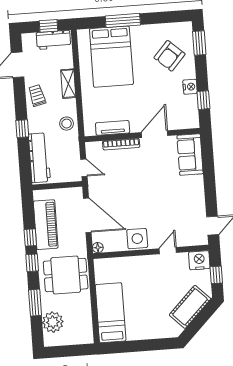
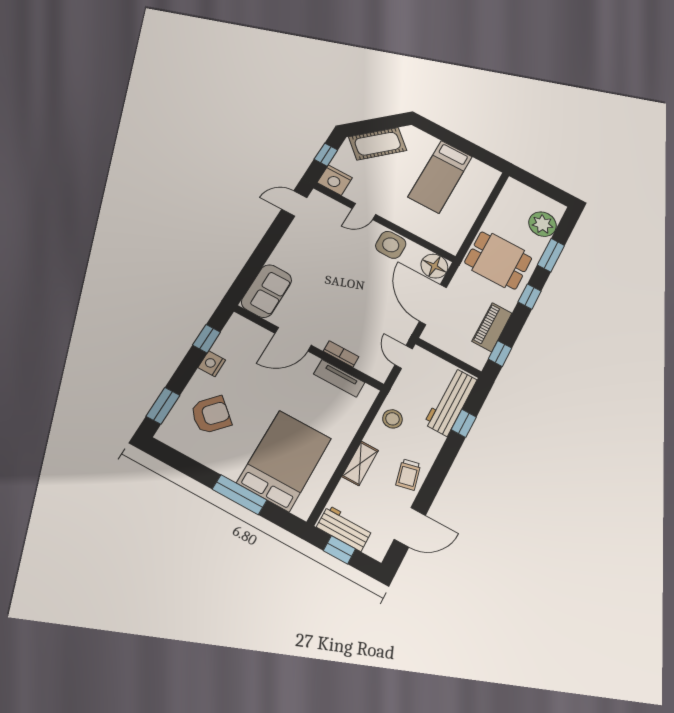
window: (22, 129) -> (464, 423), moved
bookcase: (121, 144) -> (341, 354), width x0.64
piano: (46, 225) -> (492, 327), width x0.73, depth x0.75
window: (30, 238) -> (500, 354), moved
floor lamp: (98, 248) -> (434, 266), width x1.89, depth x1.89
bed: (111, 313) -> (440, 177), moved

